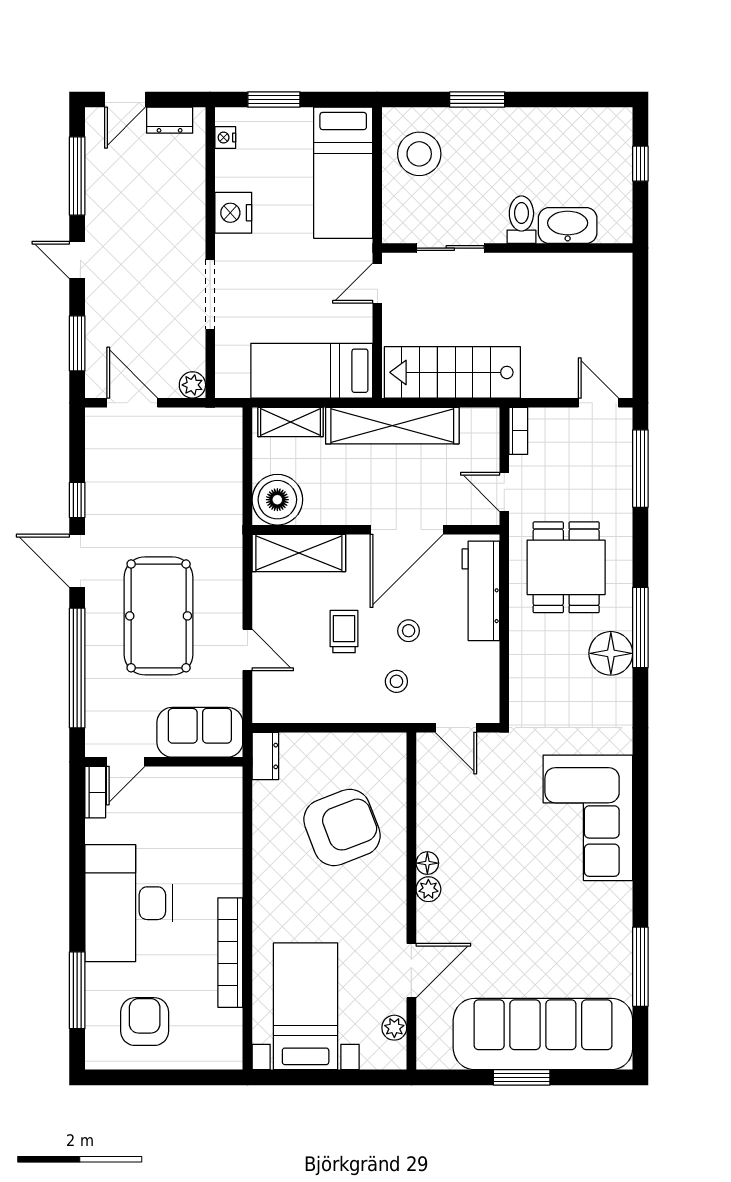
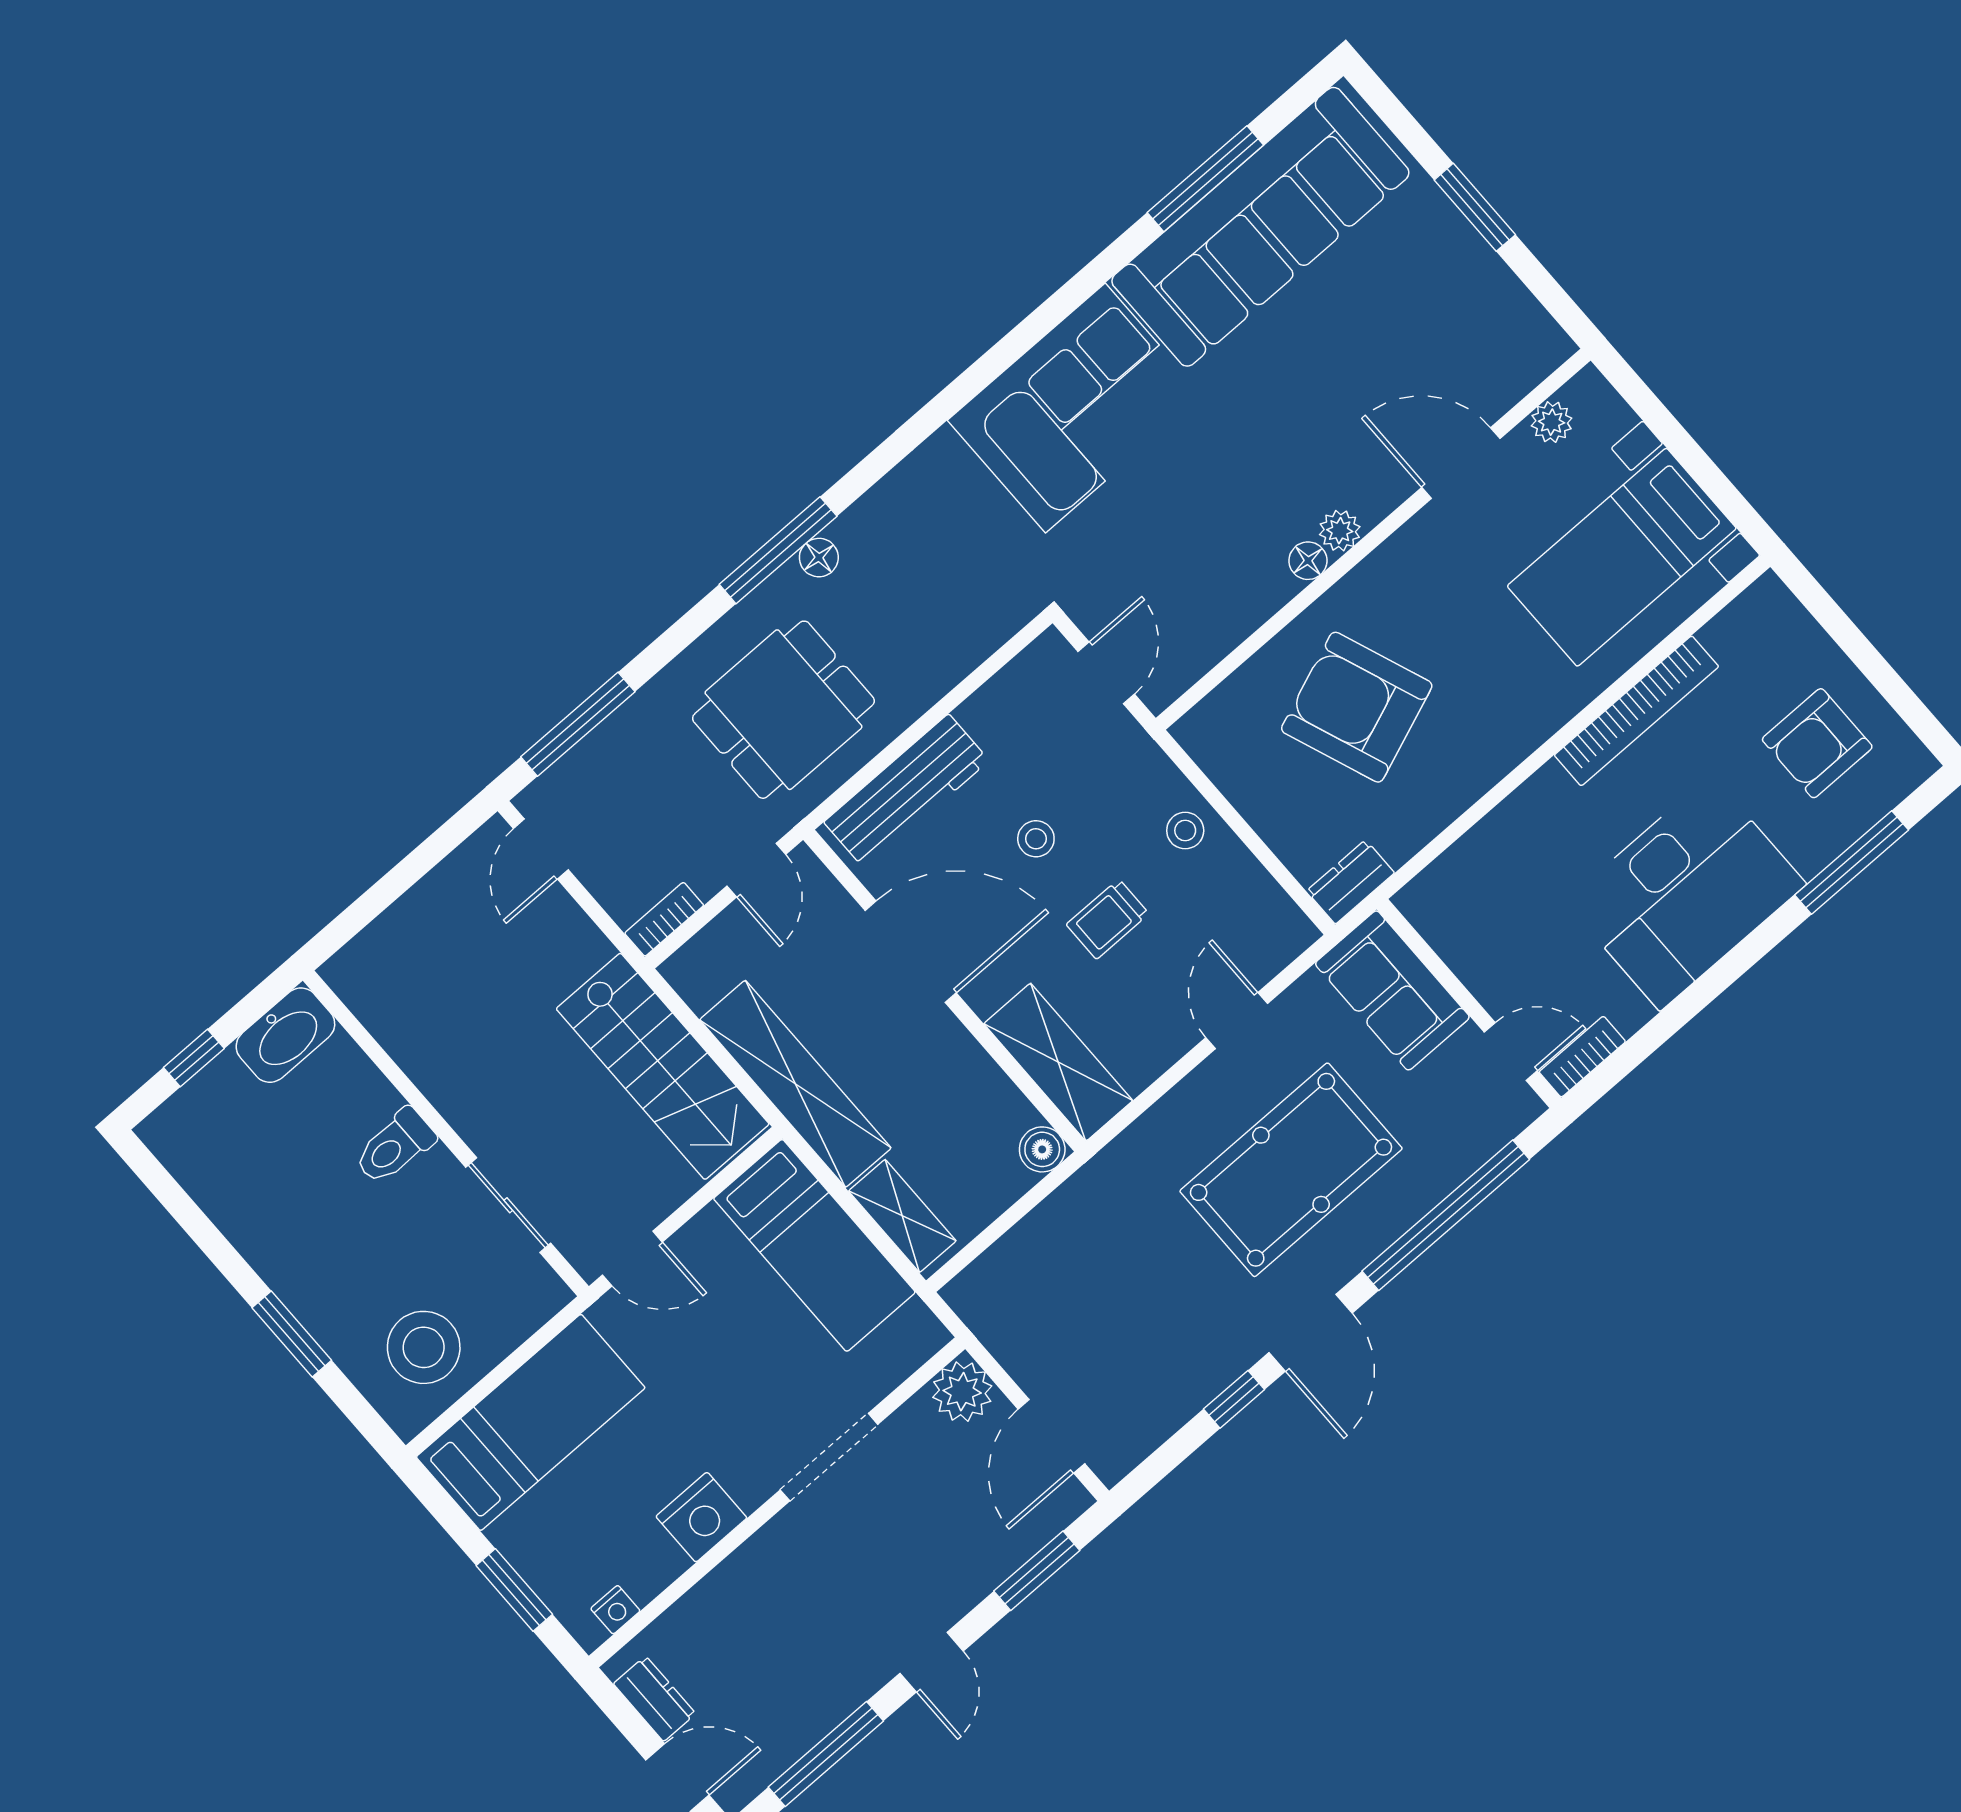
washbasin: (568, 226) -> (285, 1035), moved, turned -90
plant: (192, 385) -> (962, 1392), width x1.38, depth x1.38
boiler: (277, 500) -> (1042, 1149), width x0.54, depth x0.54
floor lamp: (611, 653) -> (819, 558), width x0.53, depth x0.53
stool: (396, 681) -> (1185, 831), moved
sofa: (543, 1034) -> (1260, 227), moved, turned -90

